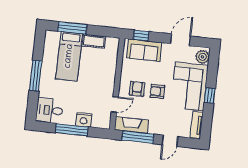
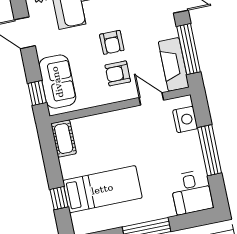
window: (72, 28) -> (59, 198), width x0.46
cot: (94, 41) -> (64, 139), moved
nightstand: (84, 120) -> (185, 119), moved

